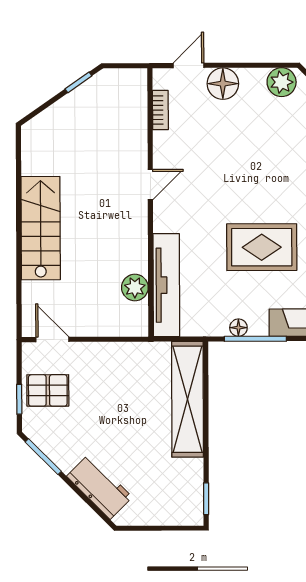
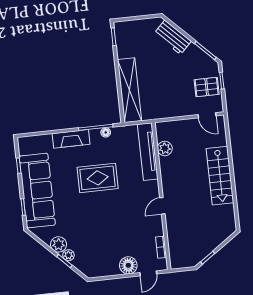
plant: (282, 82) -> (96, 270), removed

